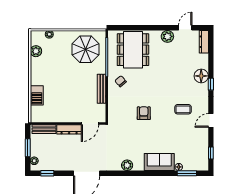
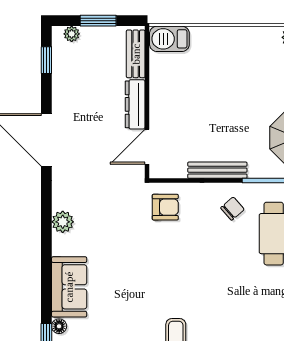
barbecue: (37, 95) -> (169, 39), moved
armchair: (144, 113) -> (165, 207), moved
door: (90, 124) -> (147, 147), hinge flipped

